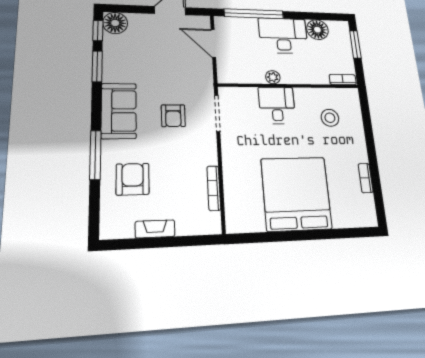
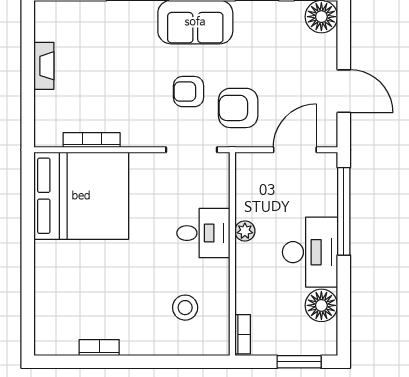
armchair: (133, 179) -> (238, 108), moved, turned 180
bed: (296, 194) -> (81, 196), moved

